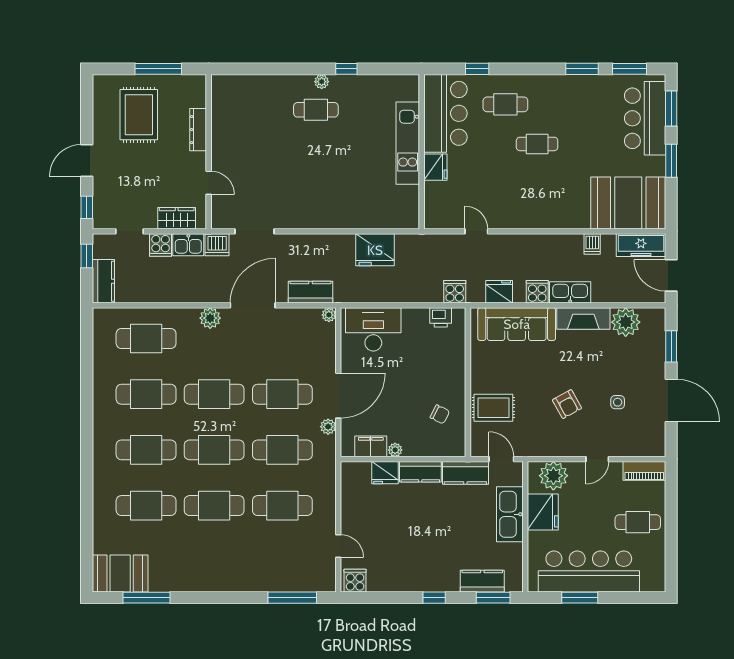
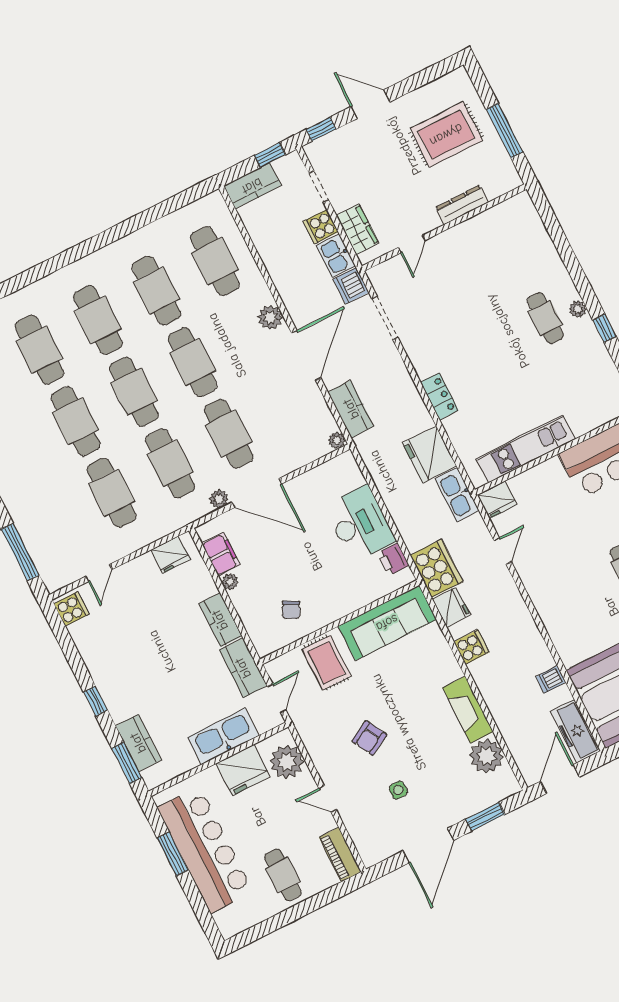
kitchen unit: (408, 143) -> (526, 449), moved
fridge: (435, 167) -> (497, 500), moved
locker: (335, 220) -> (439, 396), added
cooker: (455, 292) -> (436, 568), width x1.87, depth x1.31
kitchen sink: (570, 292) -> (457, 495), moved, turned 180
door: (253, 305) -> (306, 355), hinge flipped
sofa: (517, 324) -> (387, 623), moved, turned -90
desk: (373, 329) -> (360, 524), moved
fridge: (385, 473) -> (170, 555), moved, turned -90

